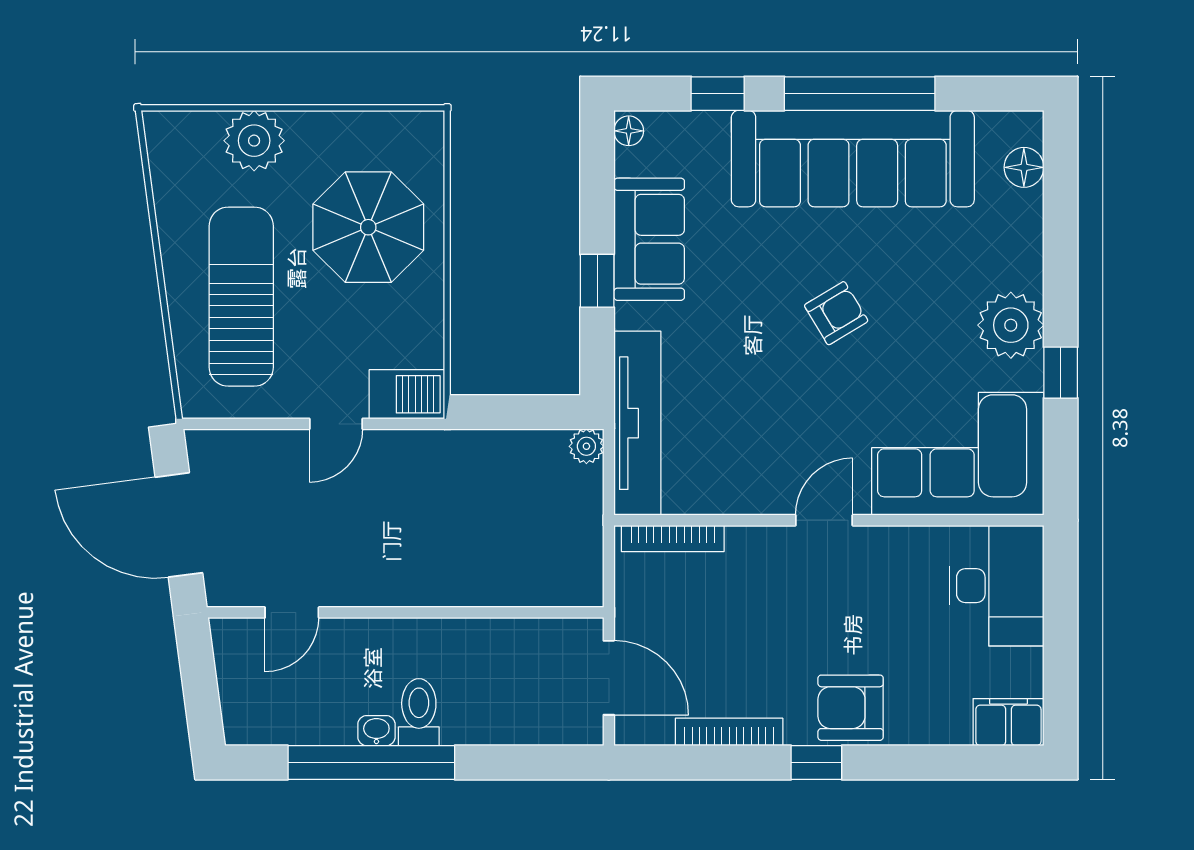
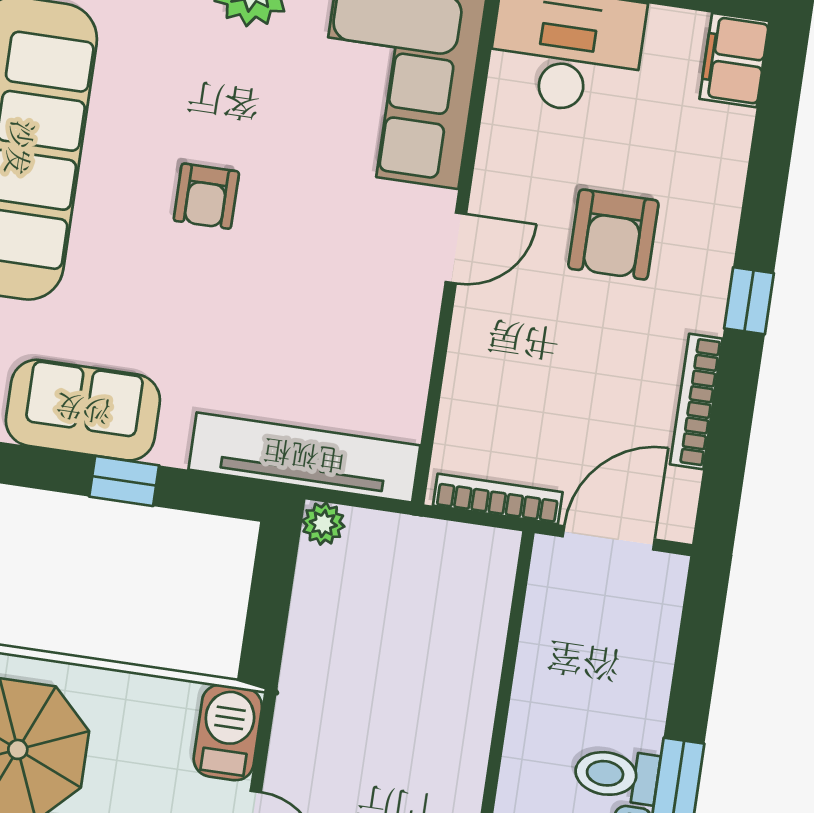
armchair: (836, 313) -> (206, 196), turned -149
door: (824, 520) -> (456, 248), swing flipped
bookcase: (673, 538) -> (498, 499), moved, turned -90
armchair: (851, 708) -> (613, 235), moved

